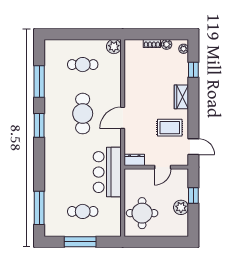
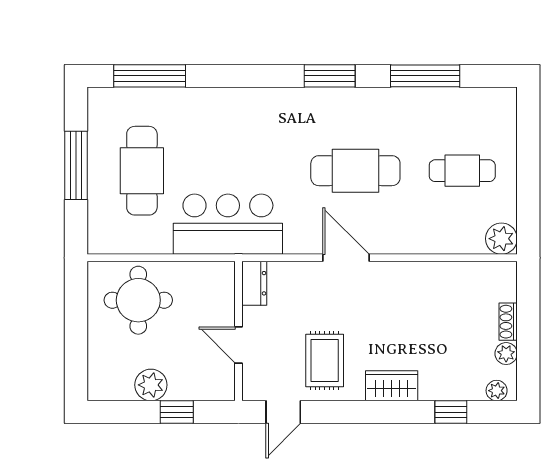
cafe table: (83, 65) -> (462, 171), turned 90
cafe table: (83, 211) -> (142, 171), width x1.37, depth x1.35

